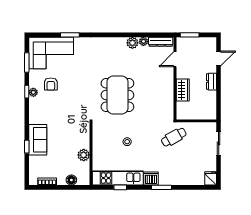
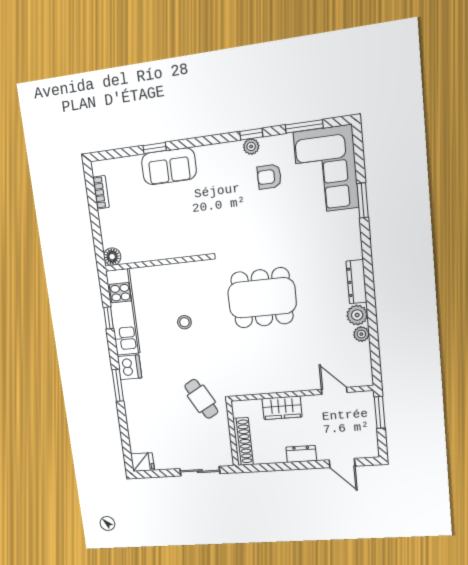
dresser: (161, 42) -> (356, 282), moved
shoe rack: (202, 115) -> (243, 442), added
plant: (84, 155) -> (153, 250), removed
floor lamp: (71, 180) -> (112, 257), moved

